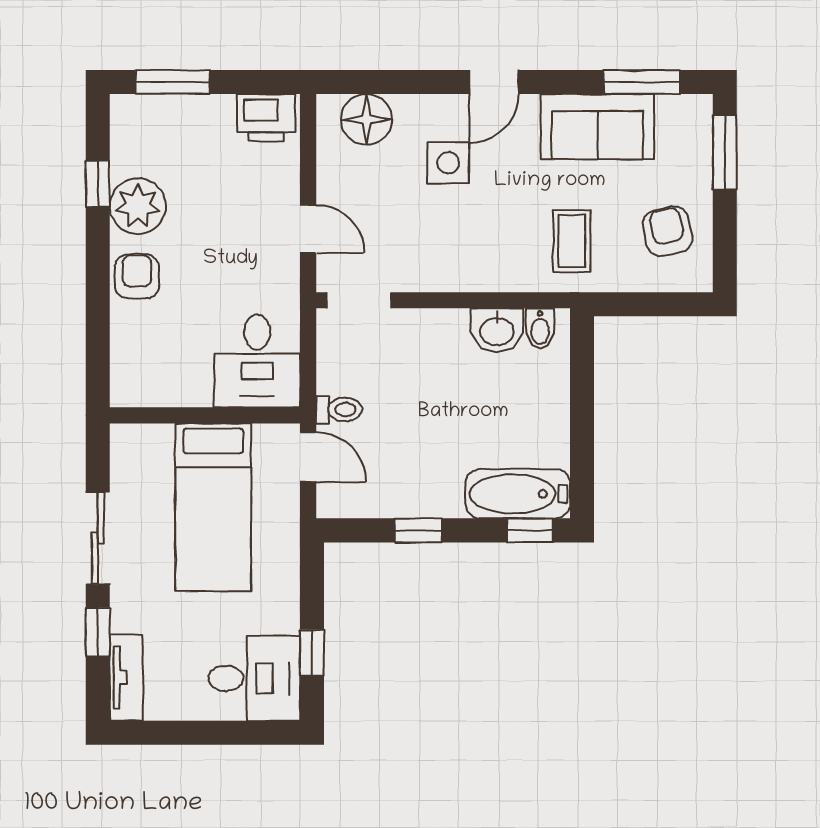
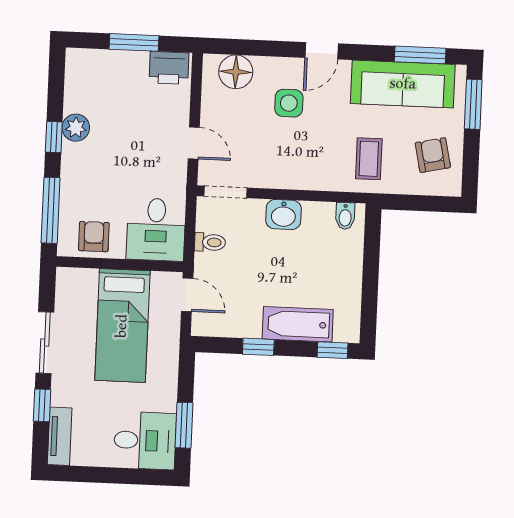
window: (173, 82) -> (134, 42), moved
sofa: (597, 127) -> (403, 84), width x1.36
window: (98, 184) -> (54, 137), moved
plant: (138, 206) -> (76, 128), width x0.73, depth x0.73
armchair: (137, 276) -> (94, 237), moved
washbasin: (497, 330) -> (283, 215), moved
window: (98, 339) -> (51, 210), added
toilet: (339, 410) -> (210, 242), moved
bathtub: (518, 494) -> (298, 324), moved
window: (312, 653) -> (184, 425), width x1.50

